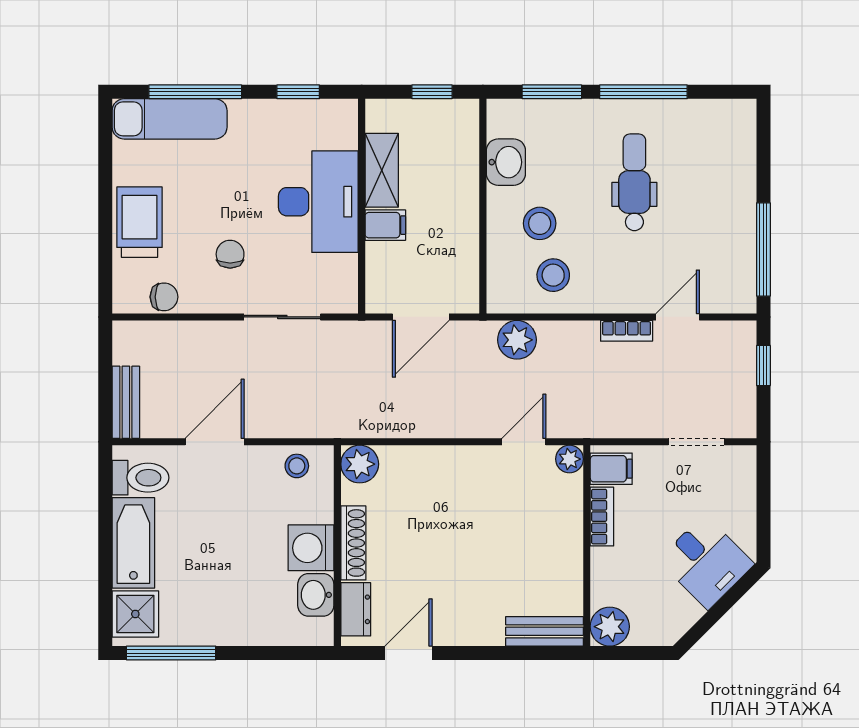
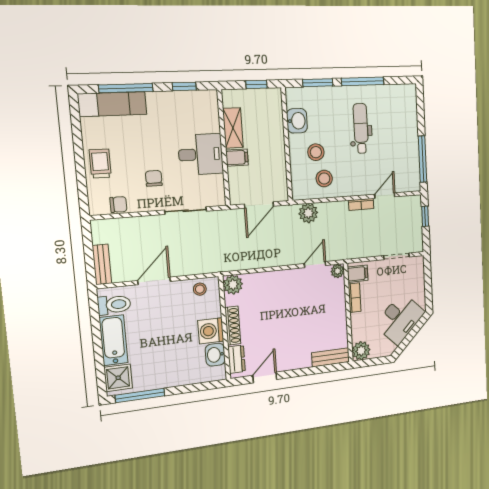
desk: (318, 202) -> (201, 154), width x0.73
trolley: (140, 222) -> (100, 164), width x0.73, depth x0.72
desk: (706, 562) -> (400, 319), width x1.37

